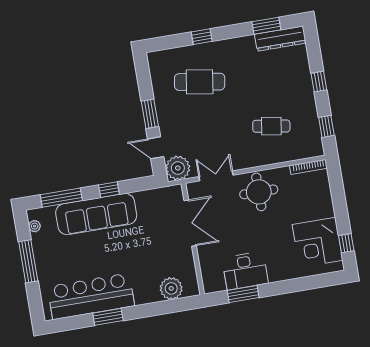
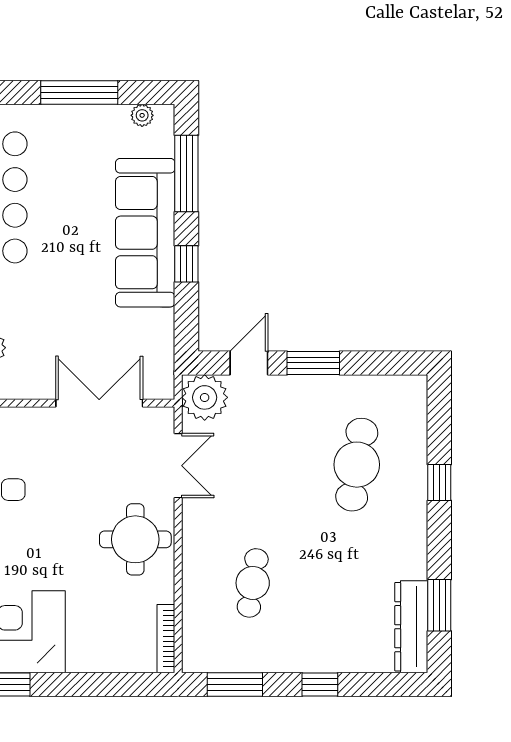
window: (326, 126) -> (235, 685), width x1.50
double door: (190, 223) -> (99, 403), swing flipped

